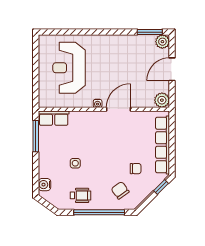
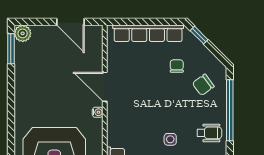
door: (172, 69) -> (71, 22), moved
plant: (162, 100) -> (94, 34), removed
wheelchair: (80, 195) -> (209, 133), turned 90

